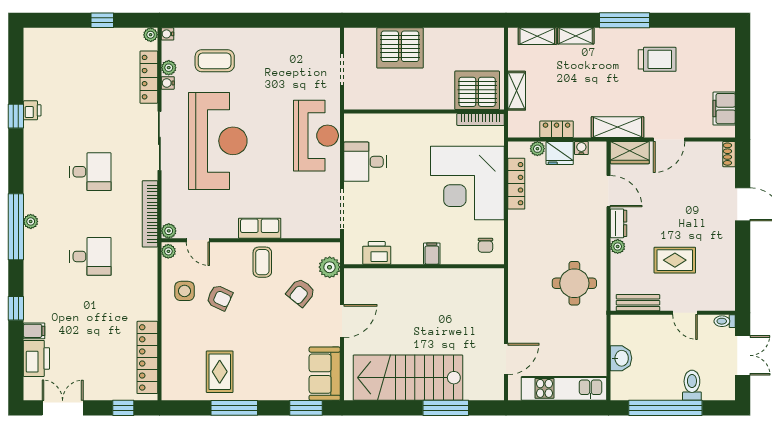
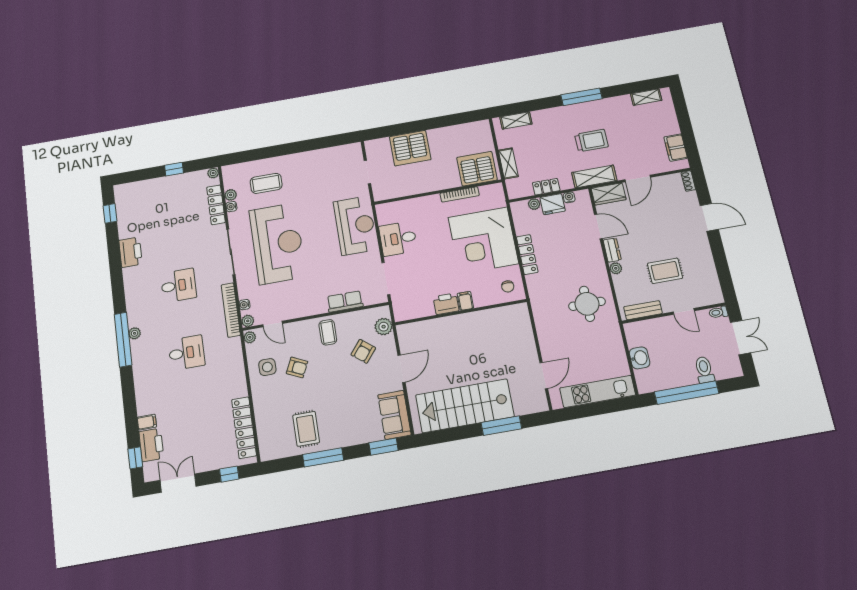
water cooler: (167, 34) -> (245, 305), moved
shelving: (576, 36) -> (646, 97), moved
trolley: (657, 59) -> (591, 141), moved
printer: (32, 110) -> (130, 252), width x1.87, depth x1.48
window: (16, 116) -> (110, 213), moved
bookcase: (481, 119) -> (460, 194), moved
locker: (516, 184) -> (527, 255), moved
row of seats: (260, 228) -> (345, 301), moved
printer: (377, 253) -> (446, 304), moved
window: (16, 308) -> (135, 458), moved

